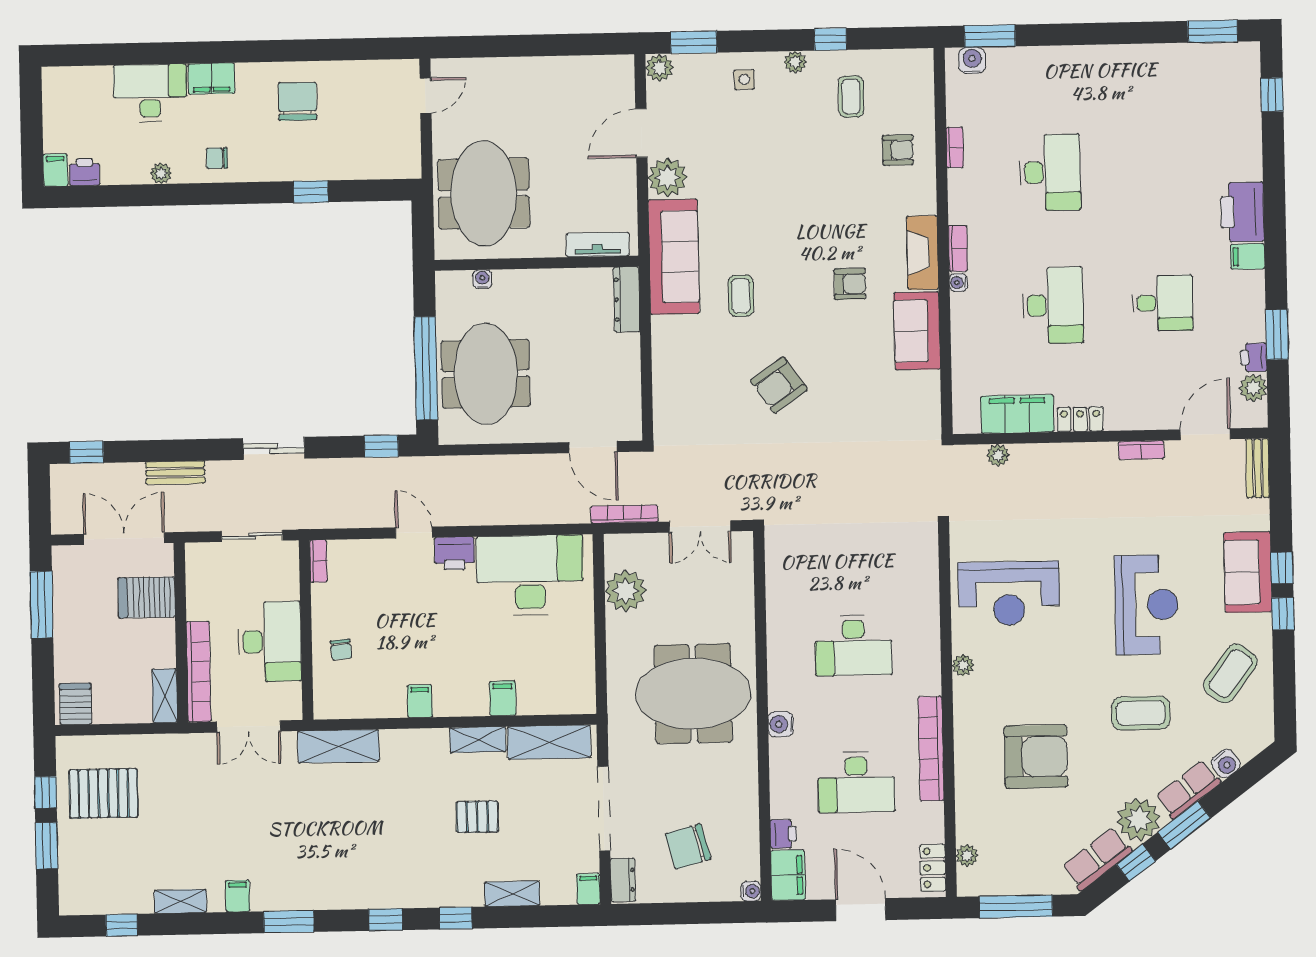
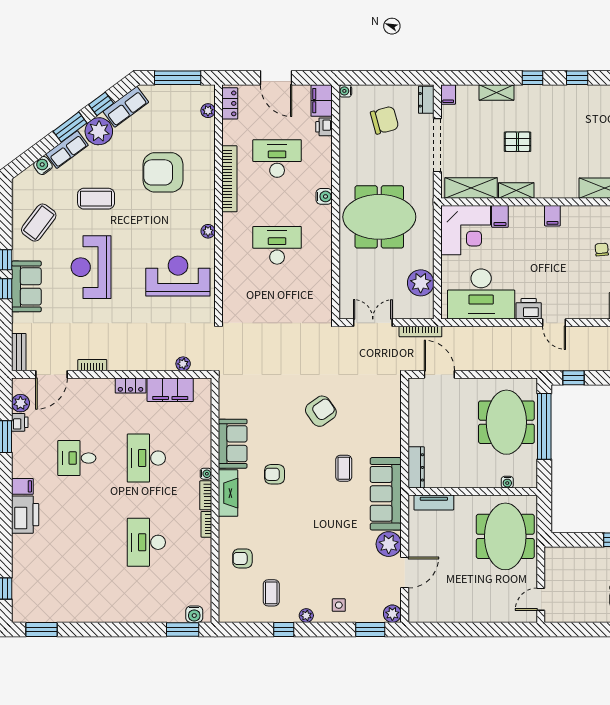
bookcase: (955, 147) -> (206, 524), moved
corner desk: (556, 675) -> (466, 230), added

